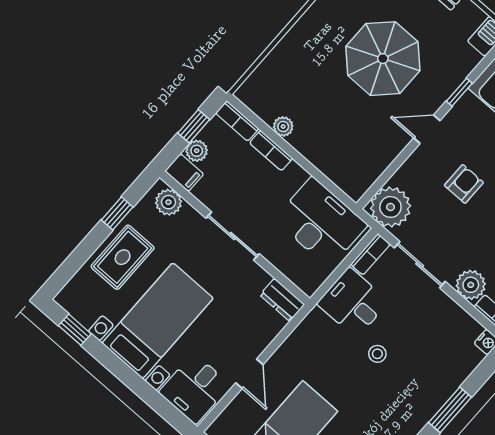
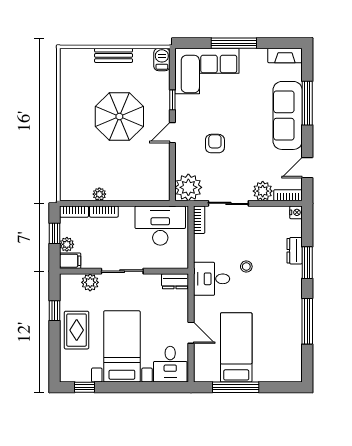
plant: (168, 202) -> (90, 282), moved
desk: (353, 303) -> (212, 279), moved
dresser: (448, 384) -> (295, 251), added

